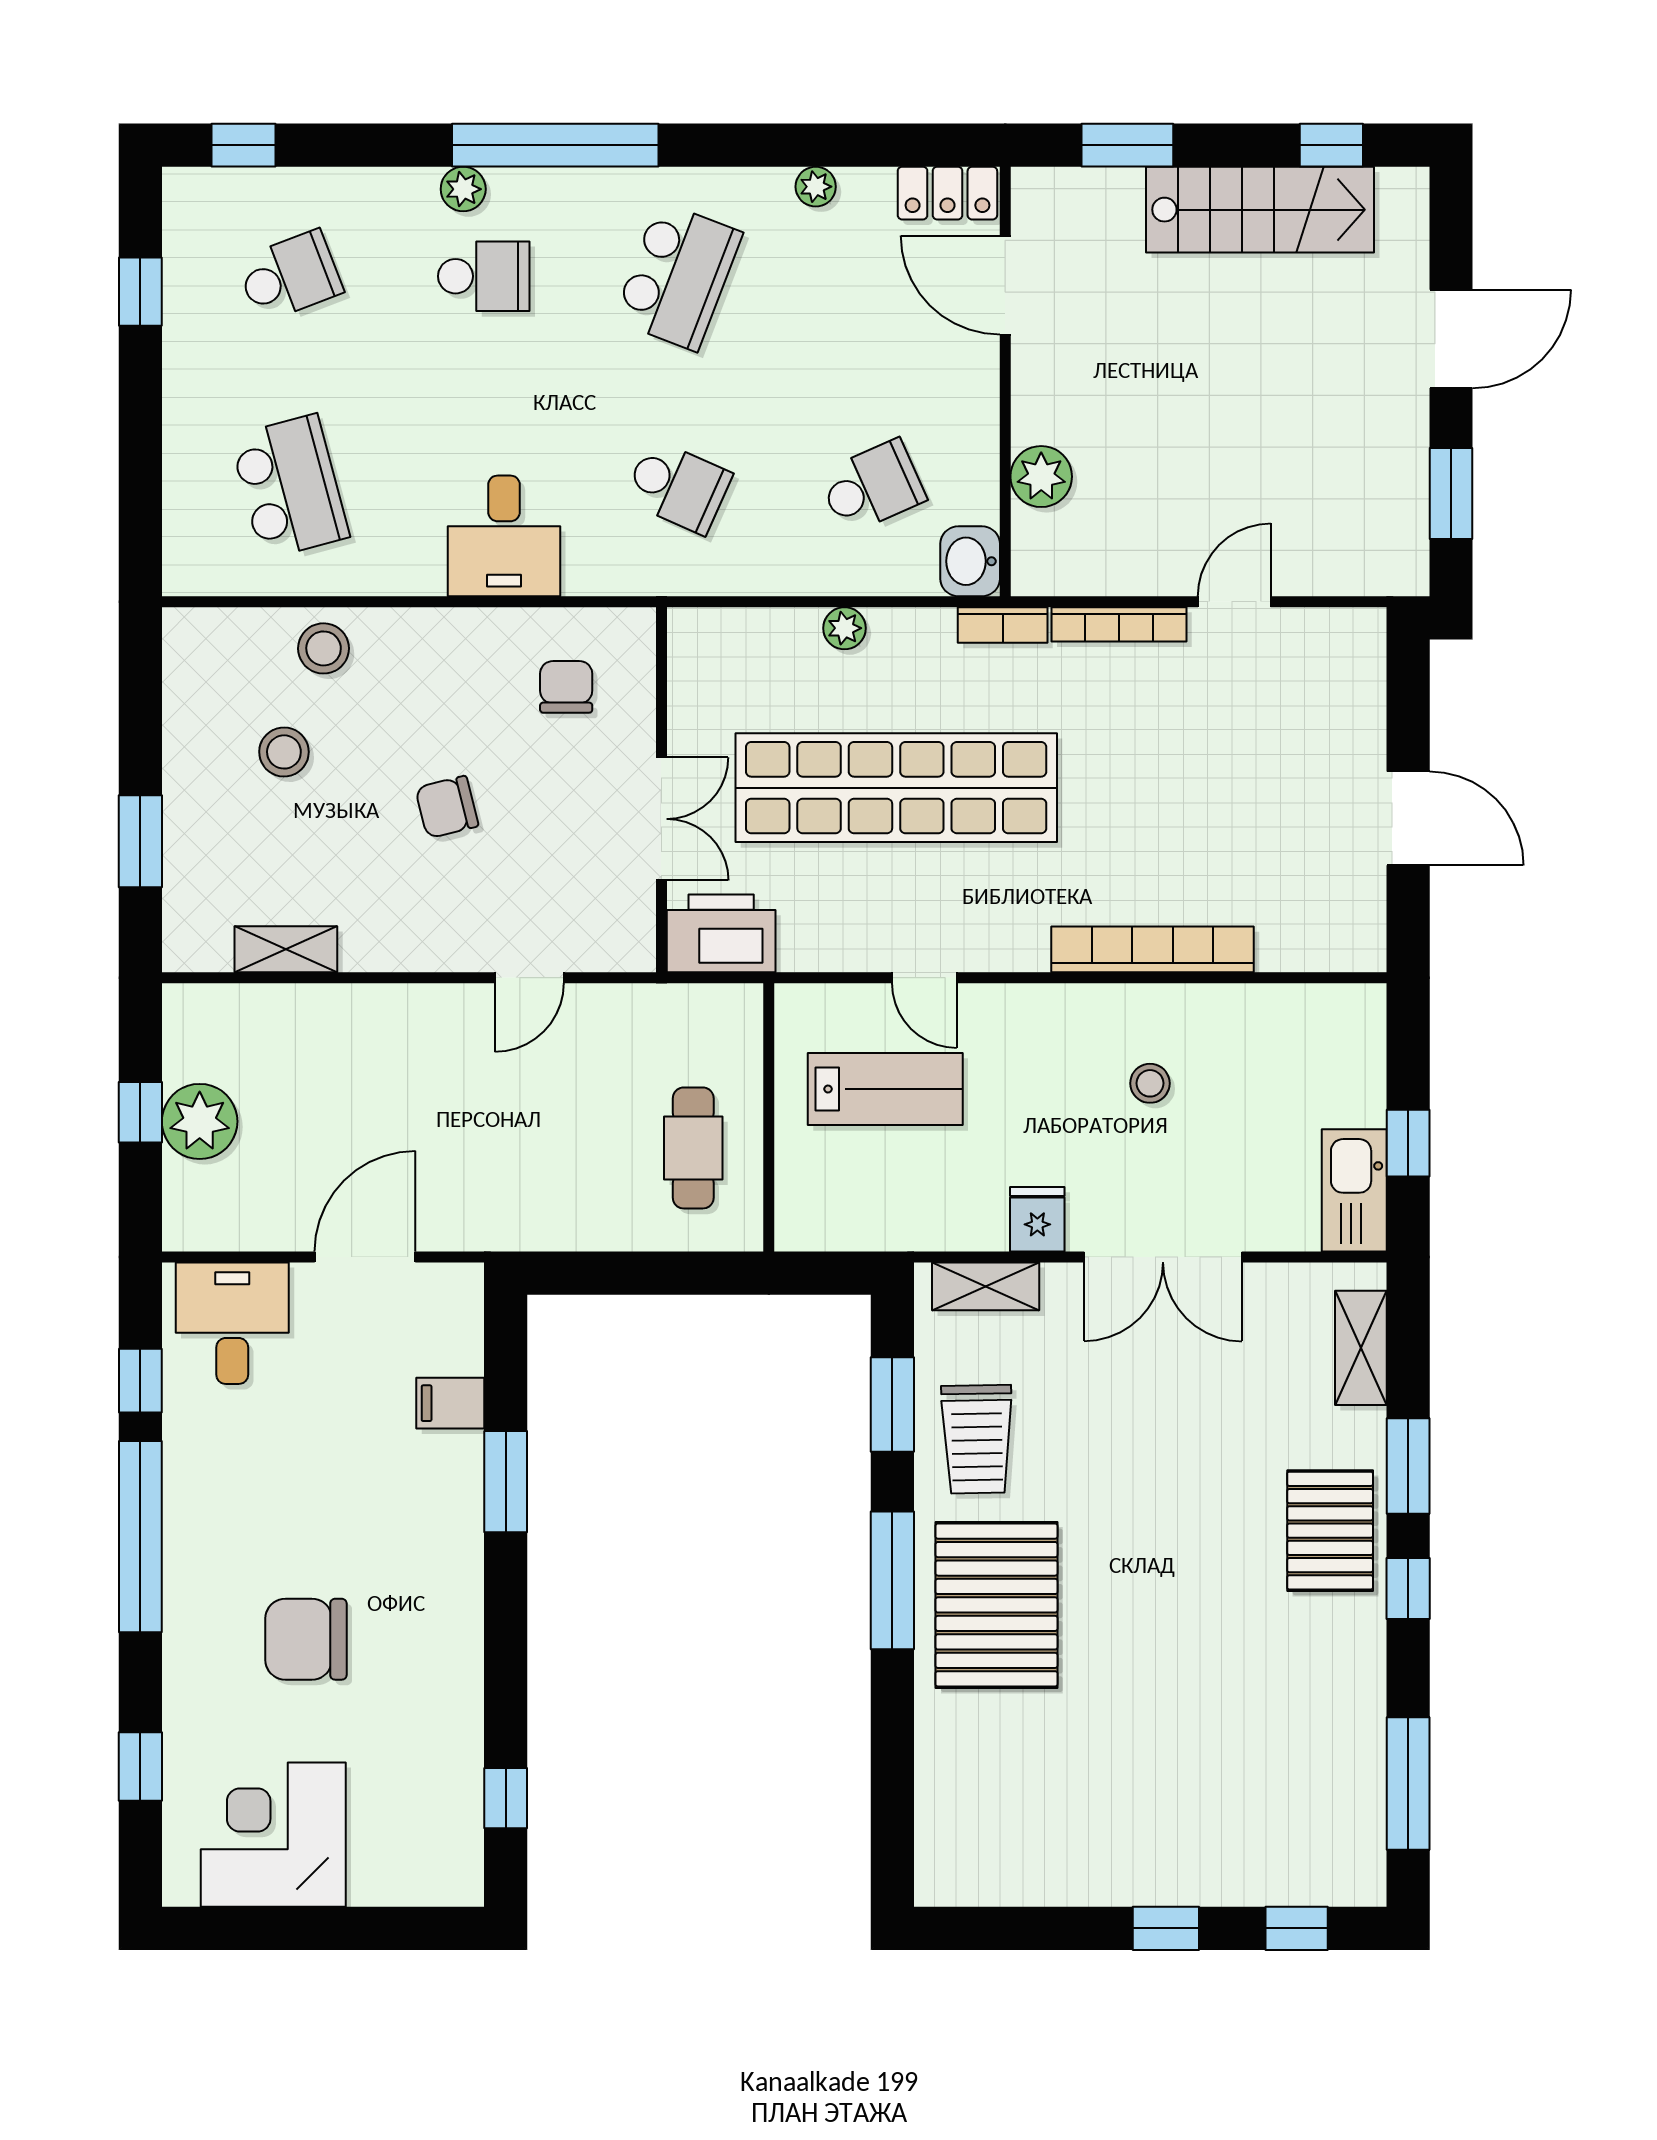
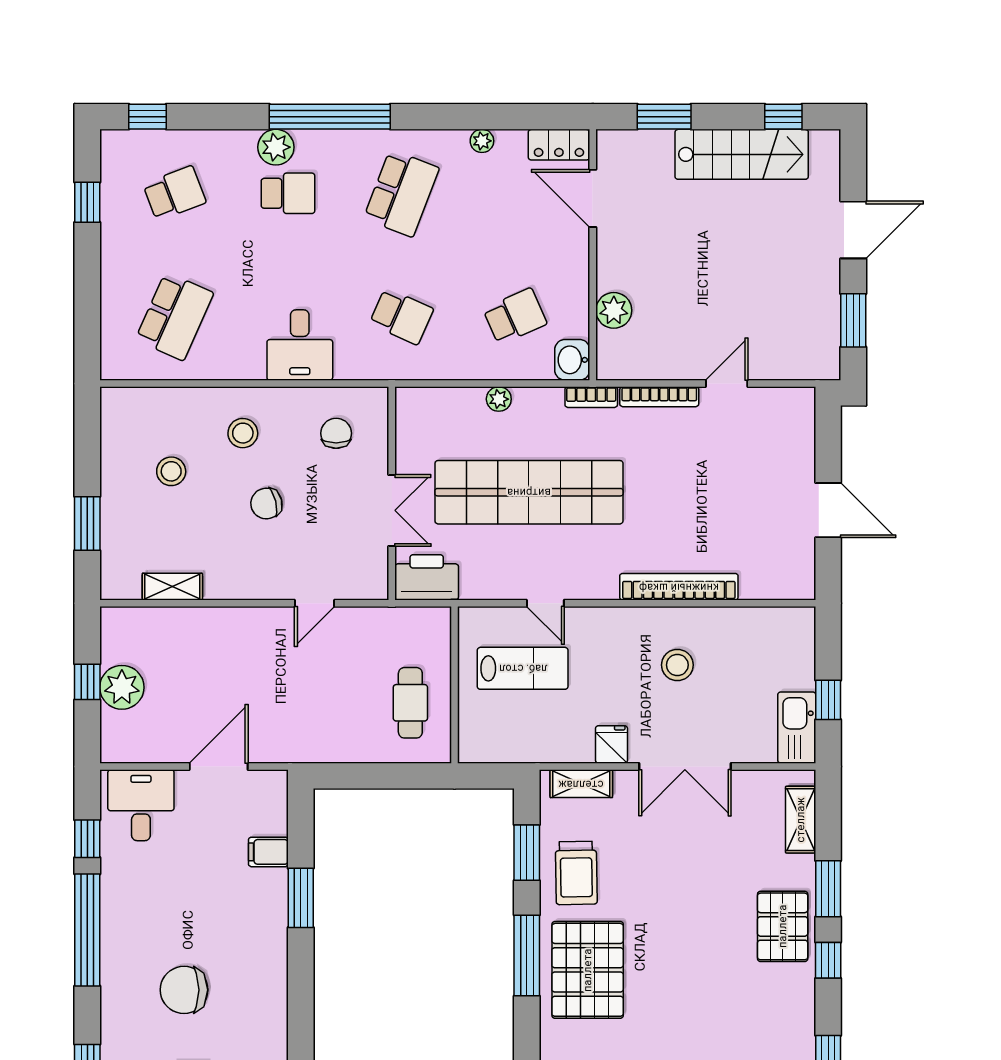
plant: (463, 189) -> (276, 147), width x1.38, depth x1.38
school desk: (290, 487) -> (174, 316), turned 39
stool: (324, 648) -> (243, 433), moved
stool: (1150, 1083) -> (677, 665), width x1.37, depth x1.37

